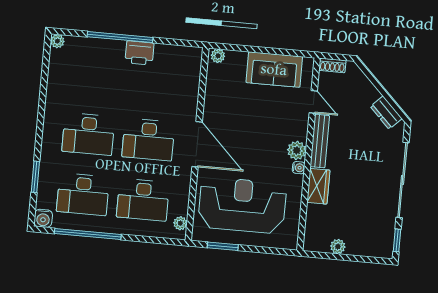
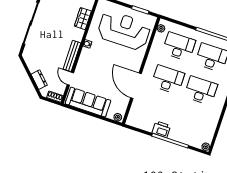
sofa: (274, 70) -> (88, 102), width x1.36
dresser: (386, 113) -> (39, 80), moved
door: (197, 144) -> (136, 86), moved
plant: (297, 150) -> (86, 54), removed
wardrobe: (318, 186) -> (83, 19), moved
reception desk: (242, 205) -> (124, 30), turned 180

